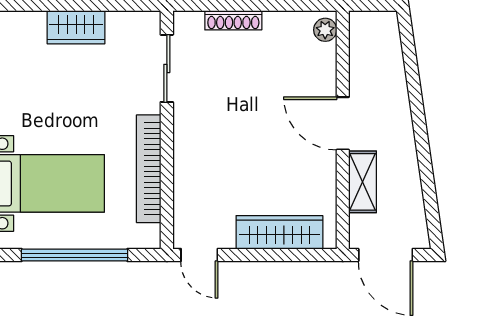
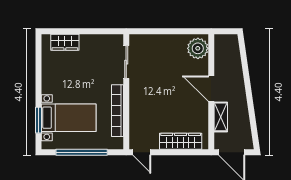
shoe rack: (233, 20) -> (158, 39), removed
wardrobe: (76, 27) -> (65, 42), moved
plant: (325, 30) -> (198, 48), width x1.87, depth x1.87

